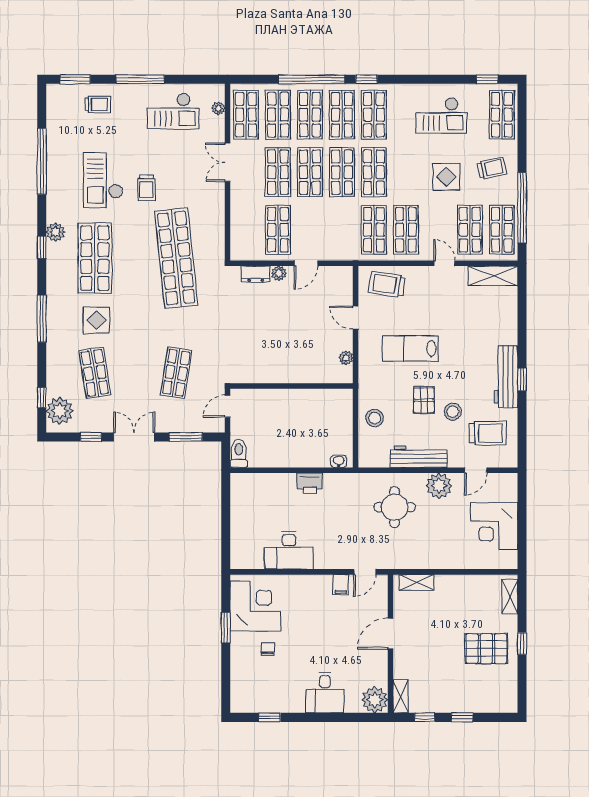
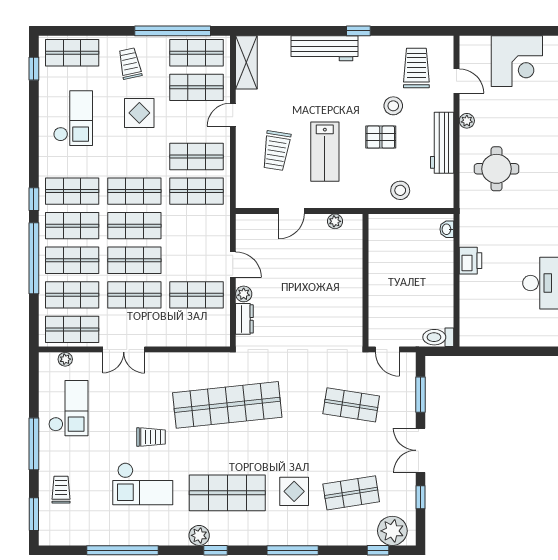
trolley: (387, 284) -> (276, 151), moved
workbench: (506, 377) -> (325, 48), moved
plant: (439, 486) -> (467, 121), width x0.53, depth x0.53

